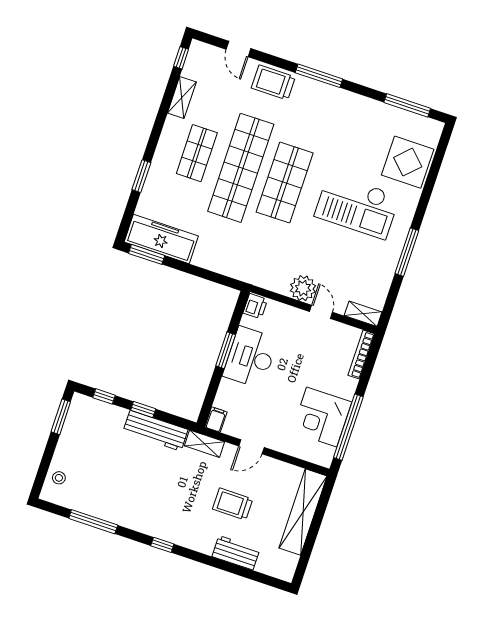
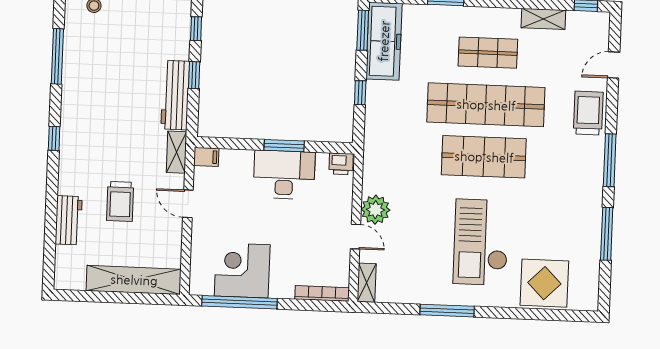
window: (407, 105) -> (607, 234), moved
window: (199, 272) -> (360, 93), added
door: (321, 312) -> (355, 237), hinge flipped
trolley: (233, 504) -> (120, 201), turned 180

